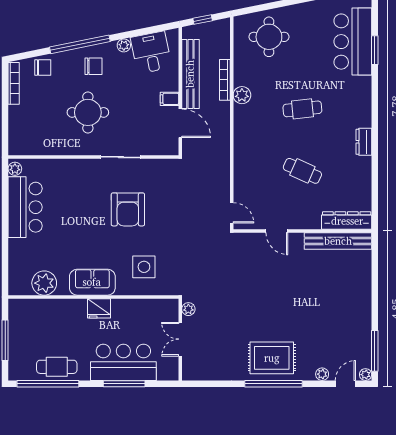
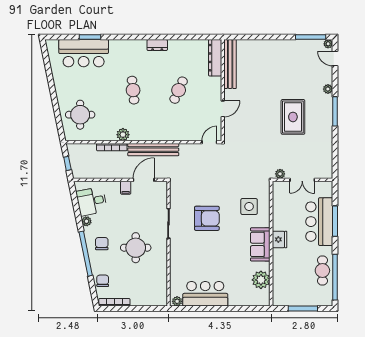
bench: (190, 74) -> (153, 150), moved
rug: (272, 358) -> (293, 117), moved
plant: (322, 374) -> (328, 89), moved
window: (274, 384) -> (335, 111), width x0.68

